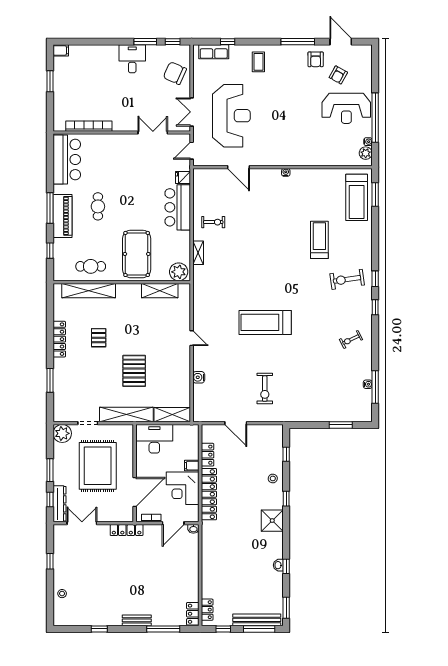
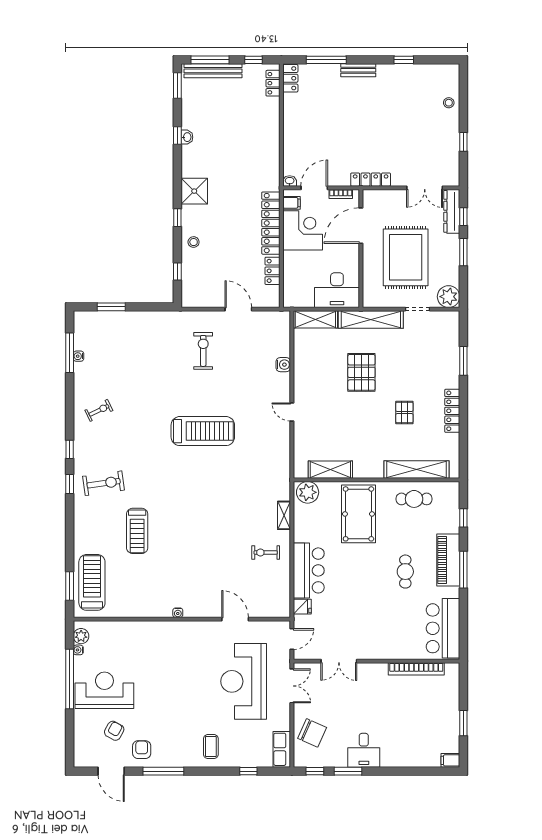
row of seats: (214, 52) -> (282, 749), moved, turned -90
filing cabinet: (192, 466) -> (292, 203), moved

